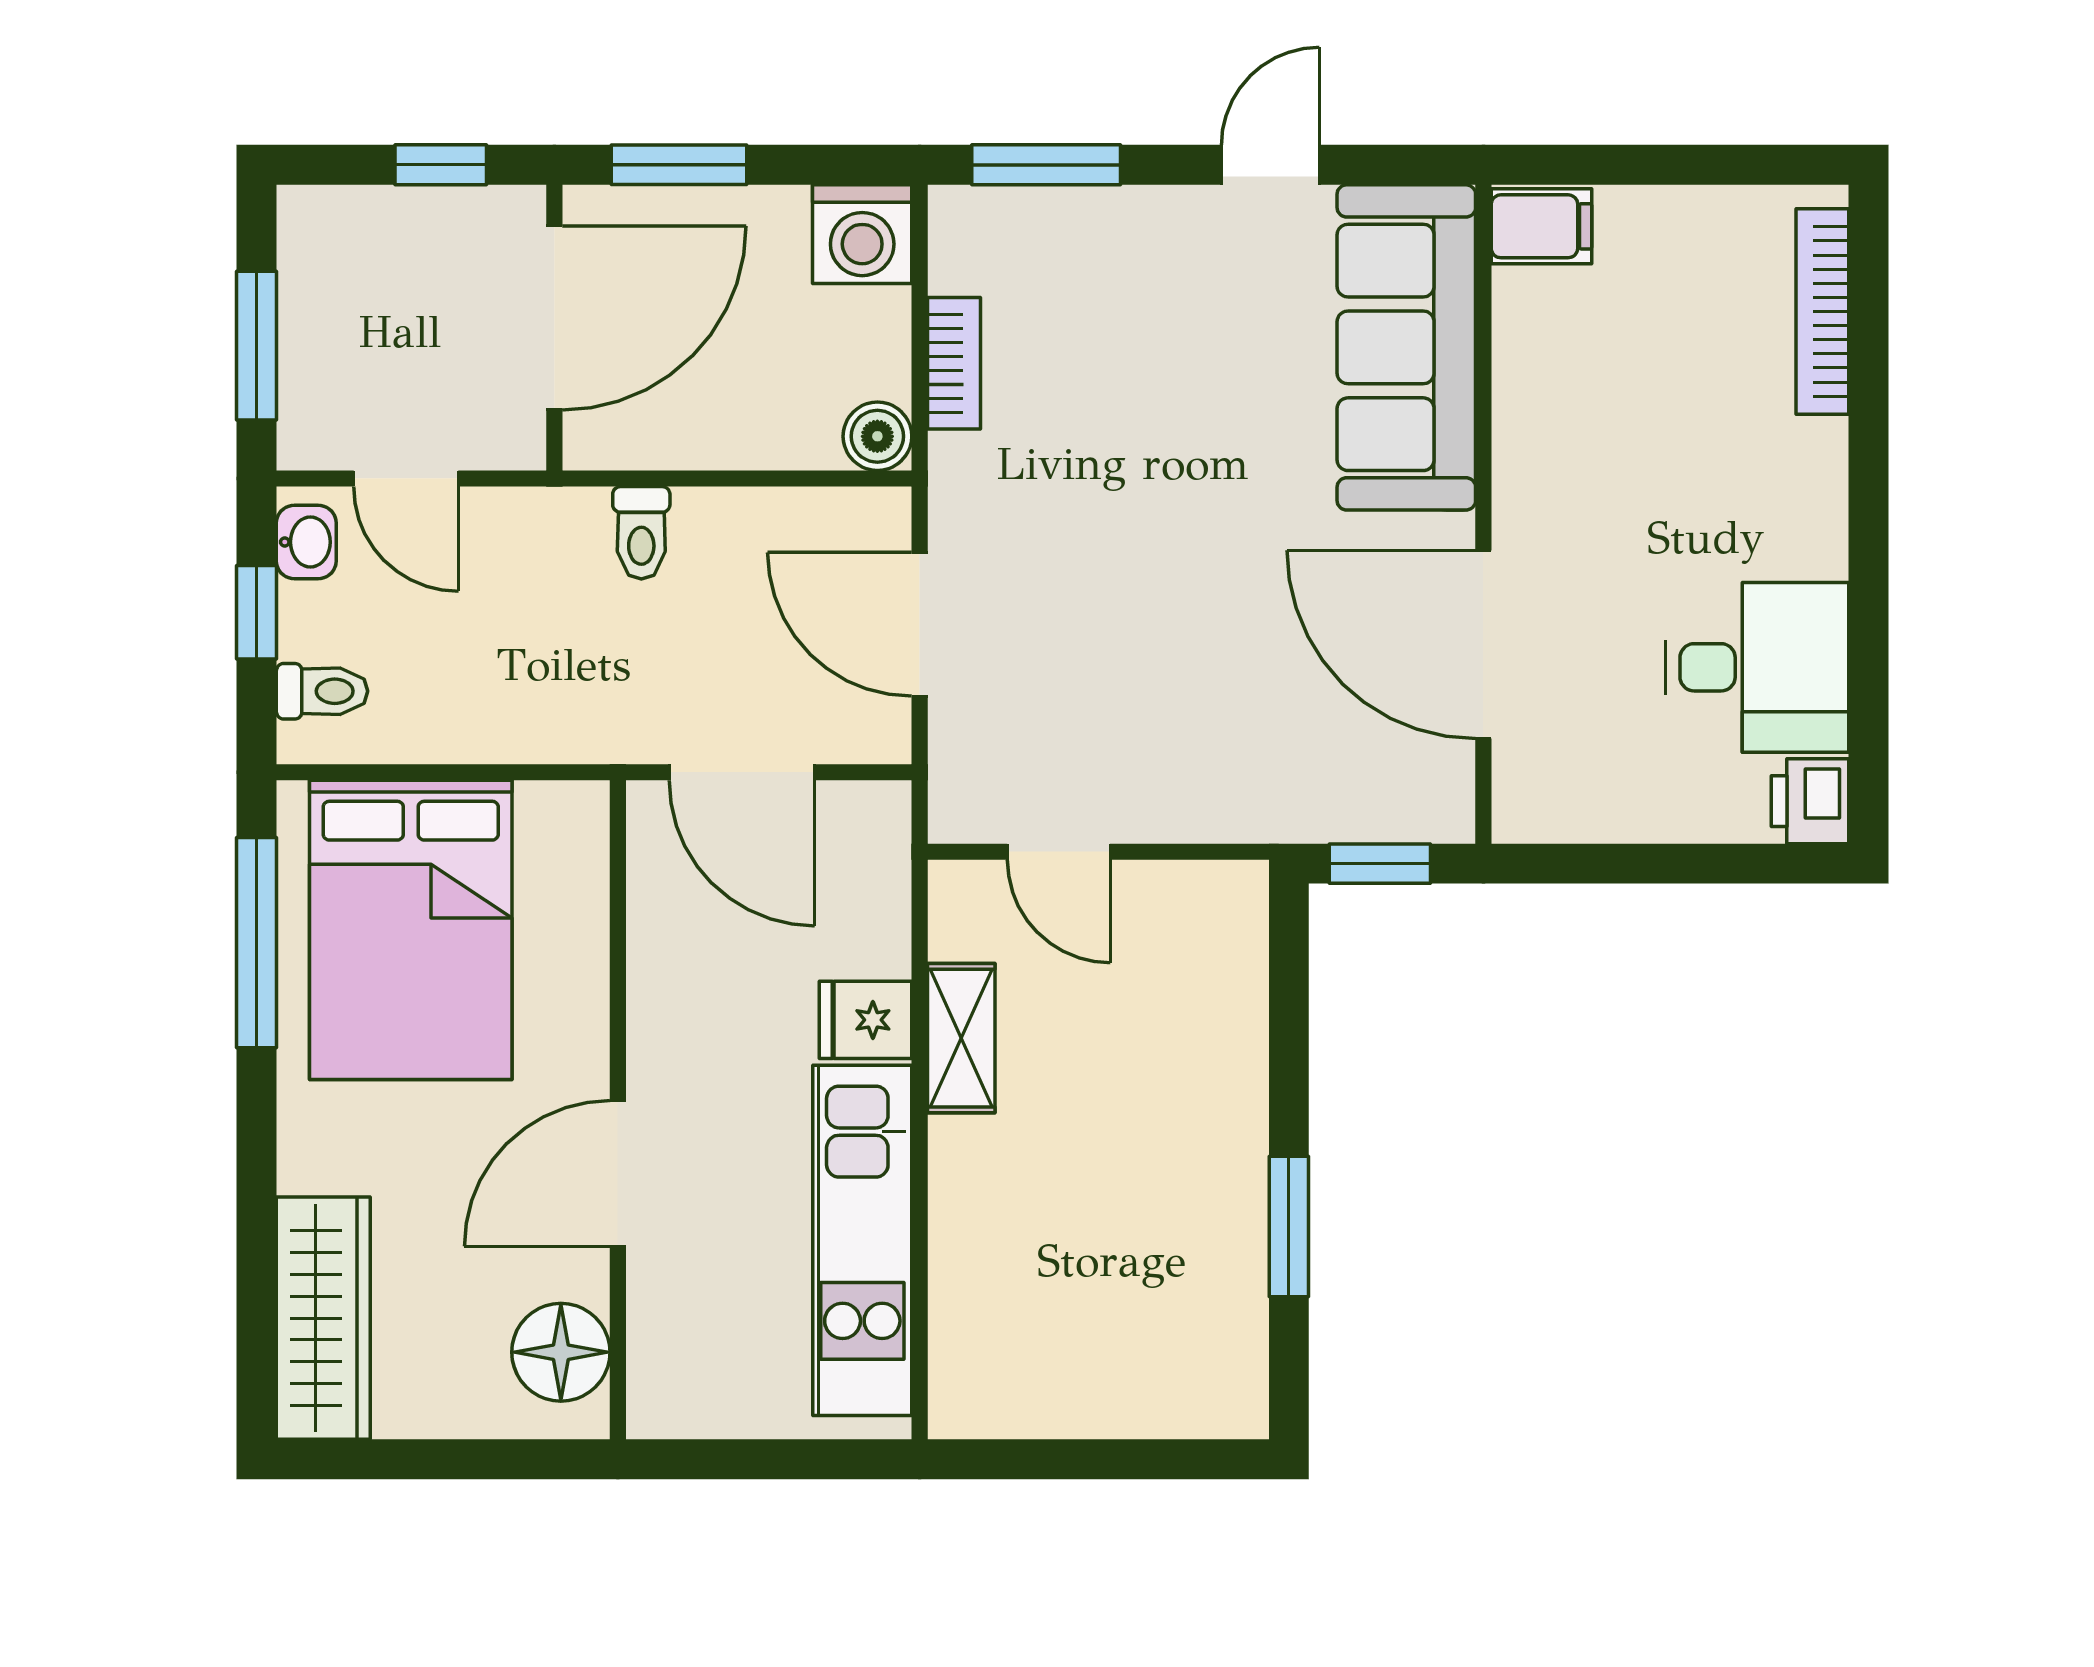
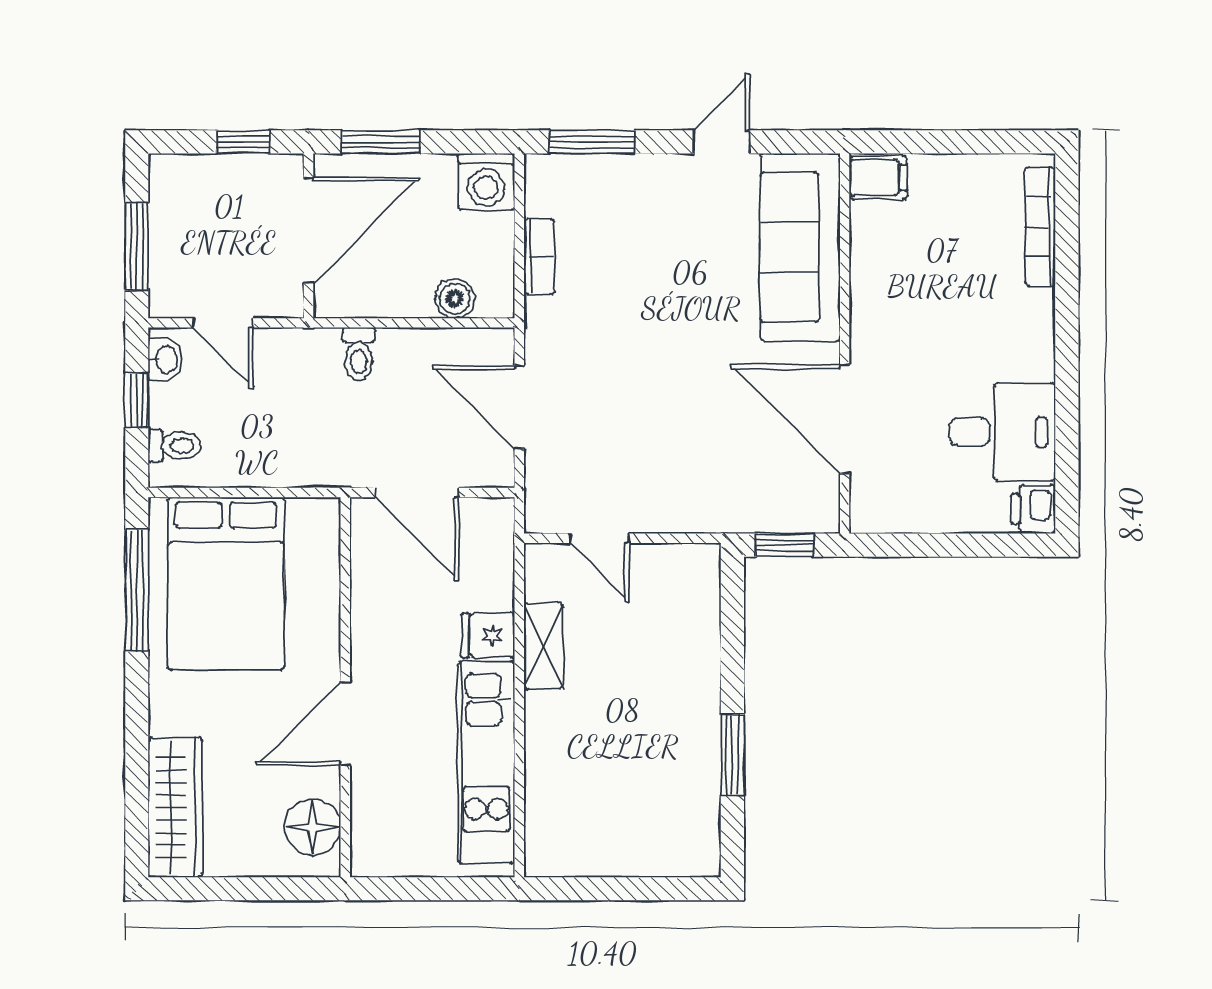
boiler: (877, 436) -> (455, 299), moved

